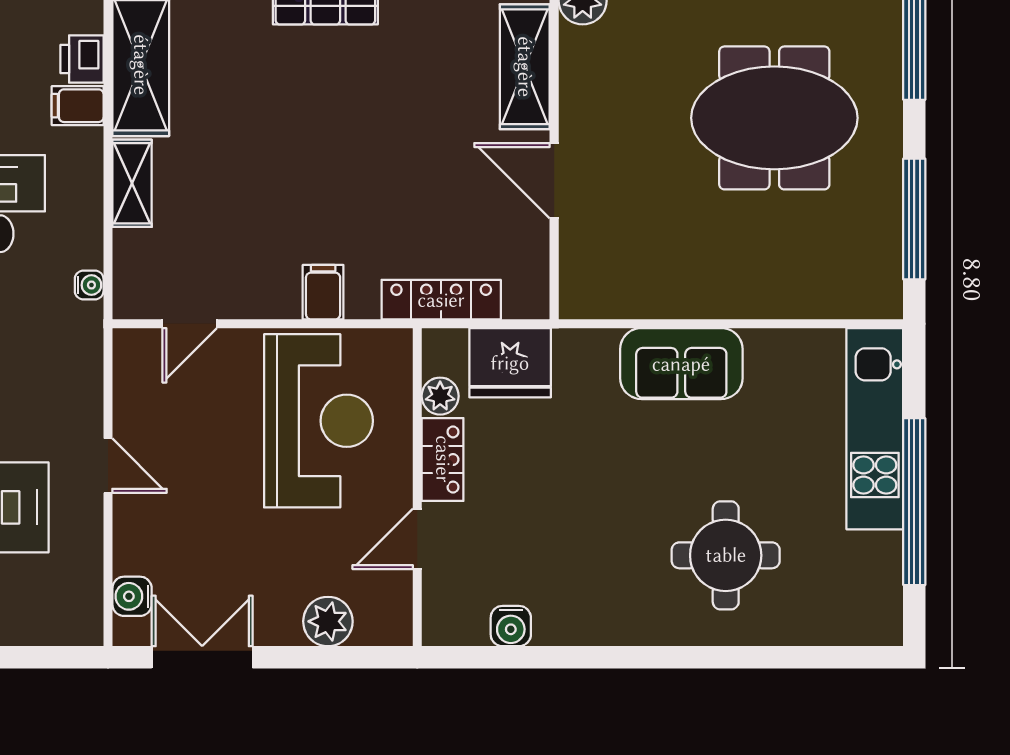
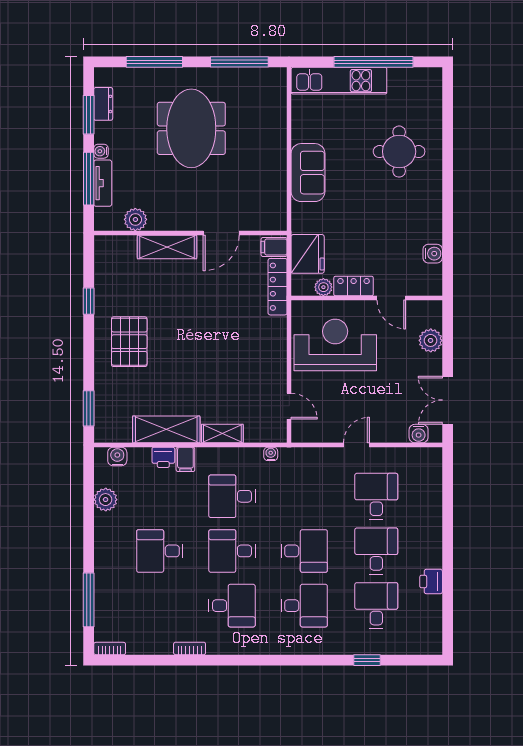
filing cabinet: (323, 292) -> (274, 247), moved

